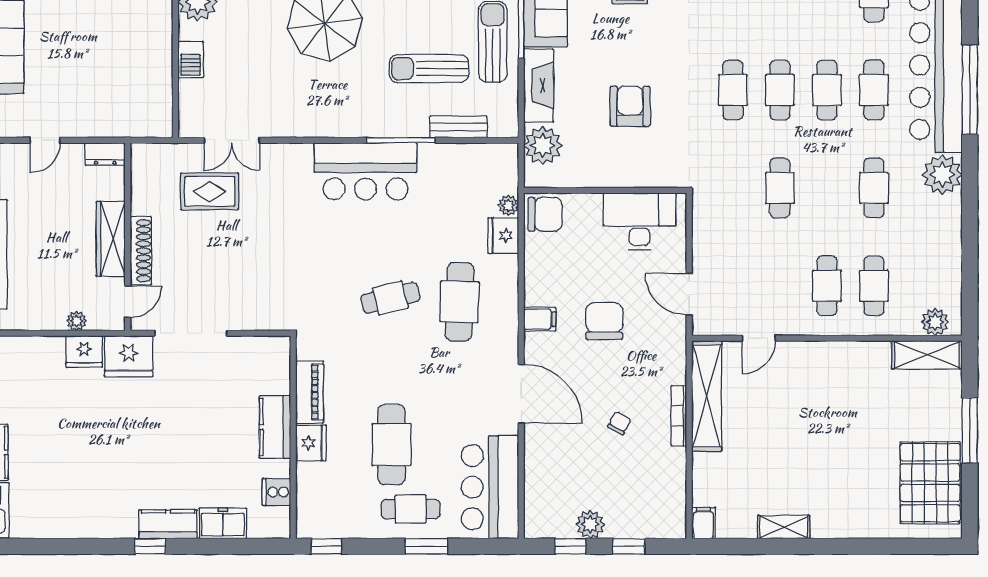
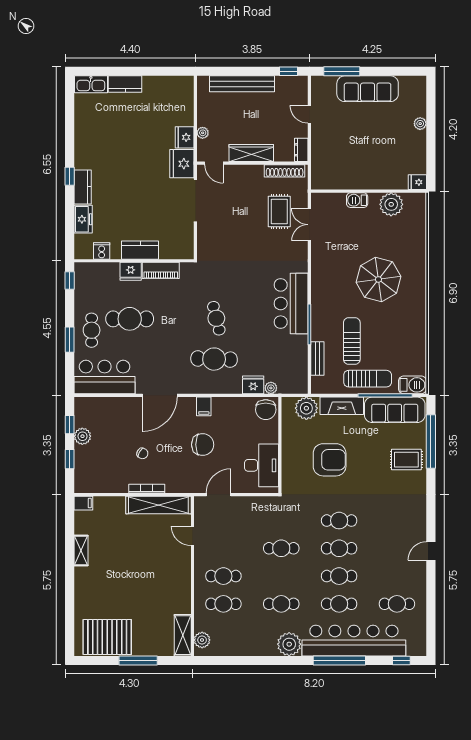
armchair: (630, 106) -> (330, 460), width x1.36, depth x1.36
shoe rack: (141, 251) -> (285, 171), moved

